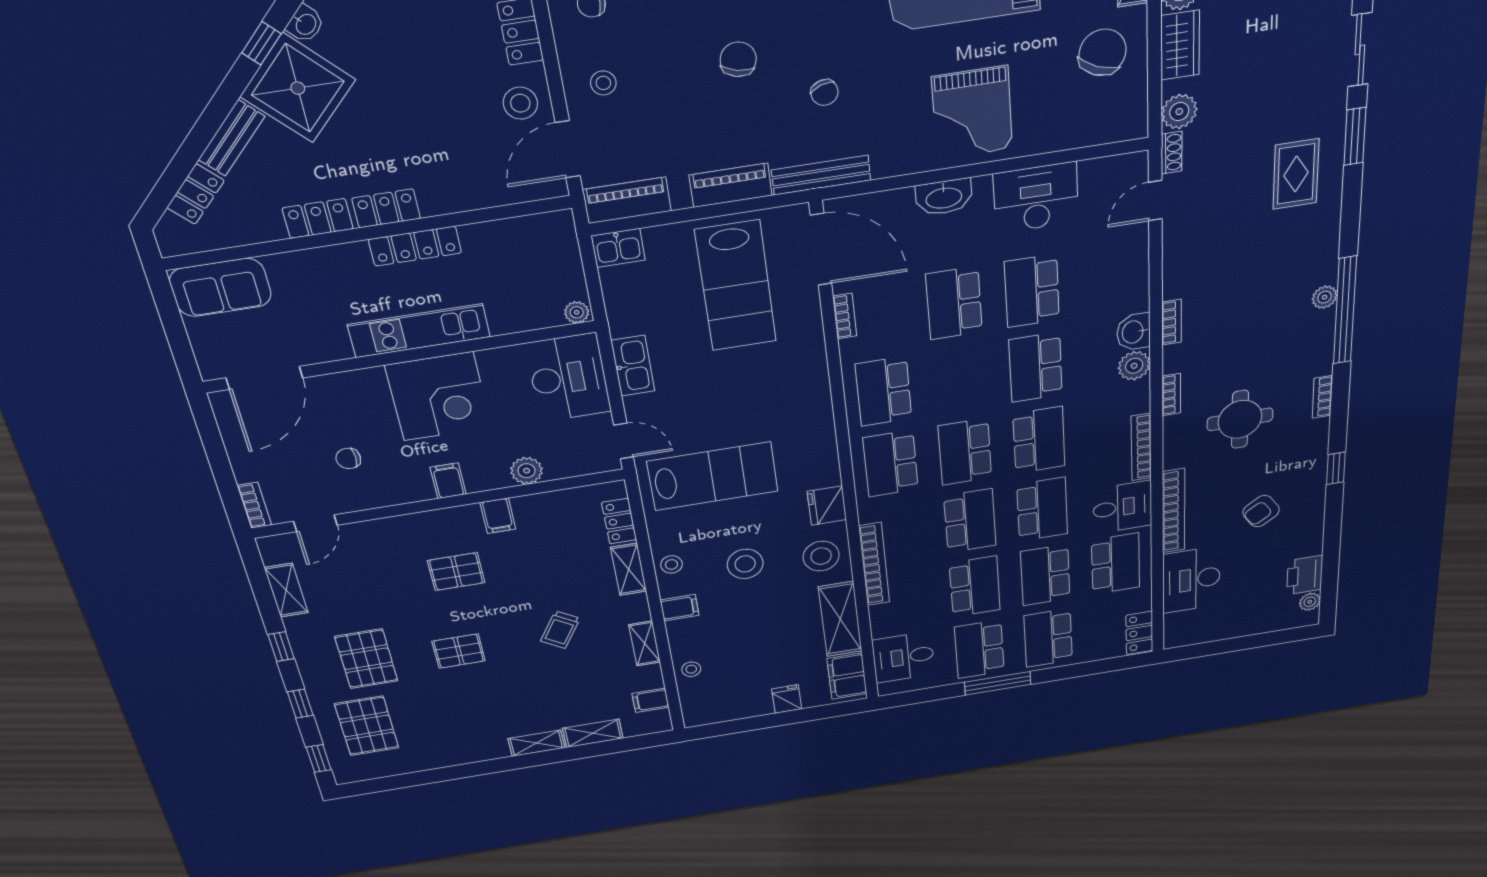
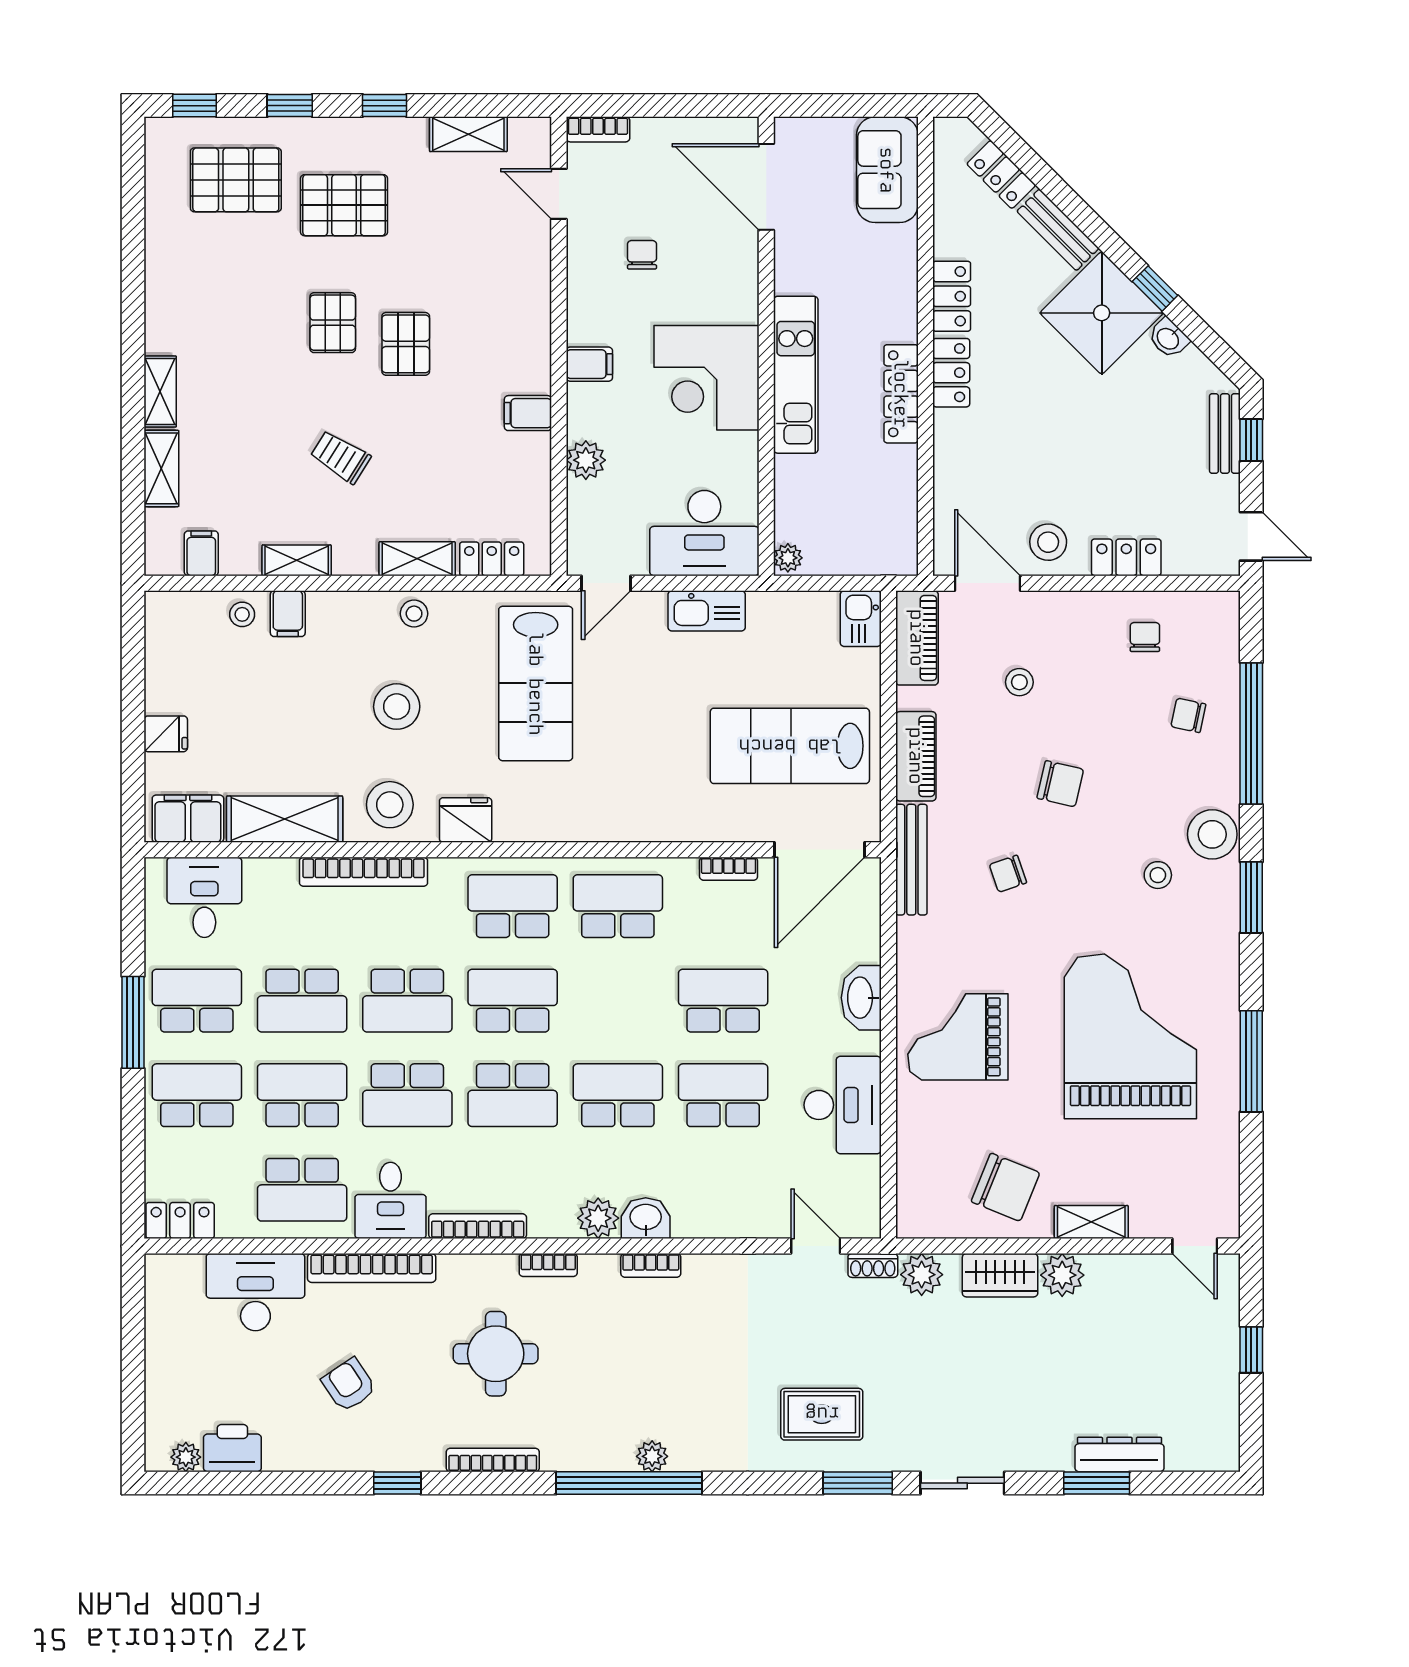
stool: (603, 83) -> (1019, 682), moved
bookcase: (1322, 397) -> (493, 1460), width x1.56
pallet: (456, 572) -> (406, 344), moved
filing cabinet: (679, 608) -> (288, 614), moved

